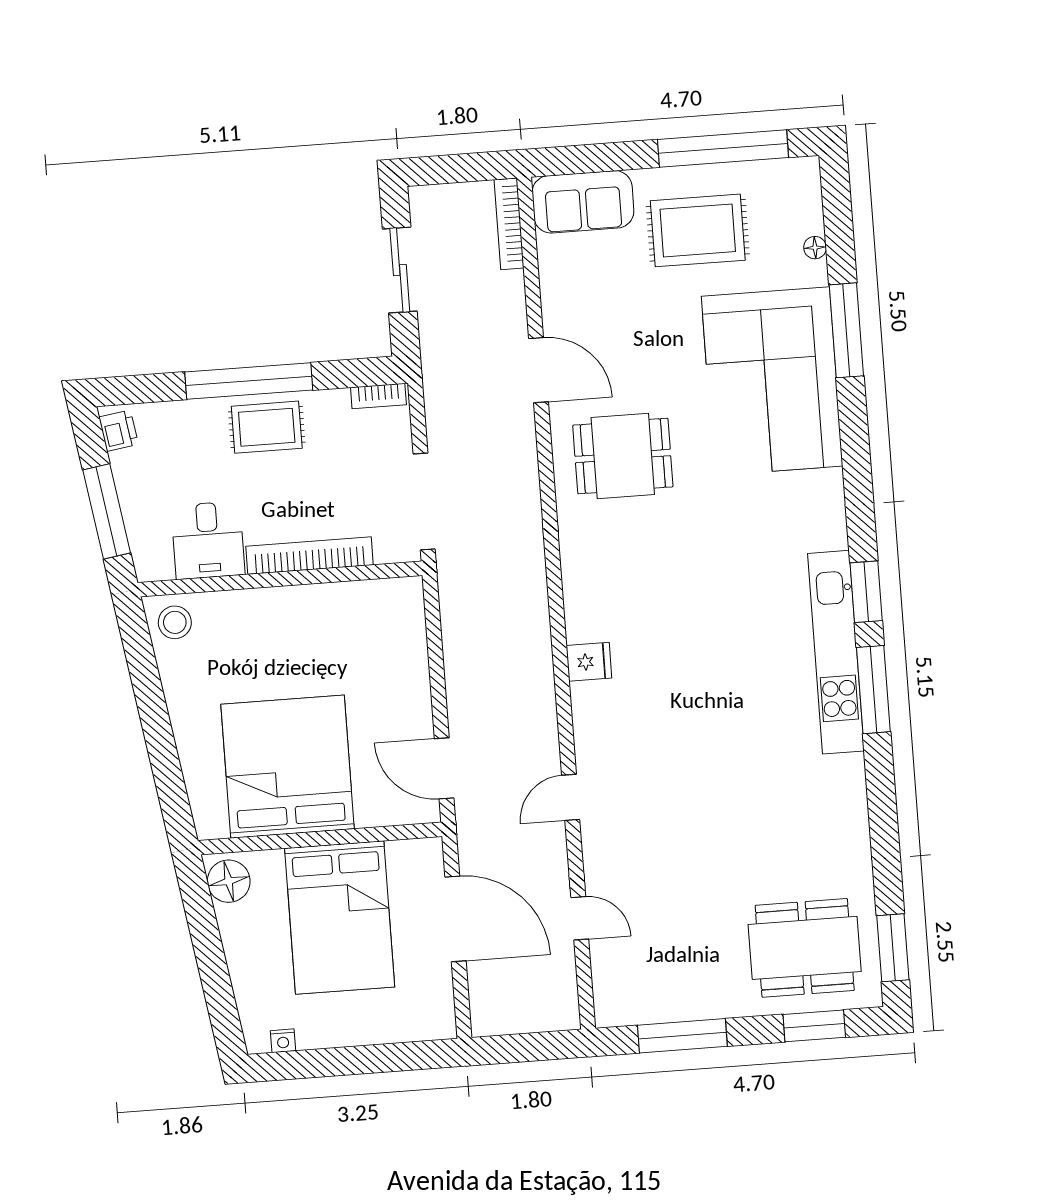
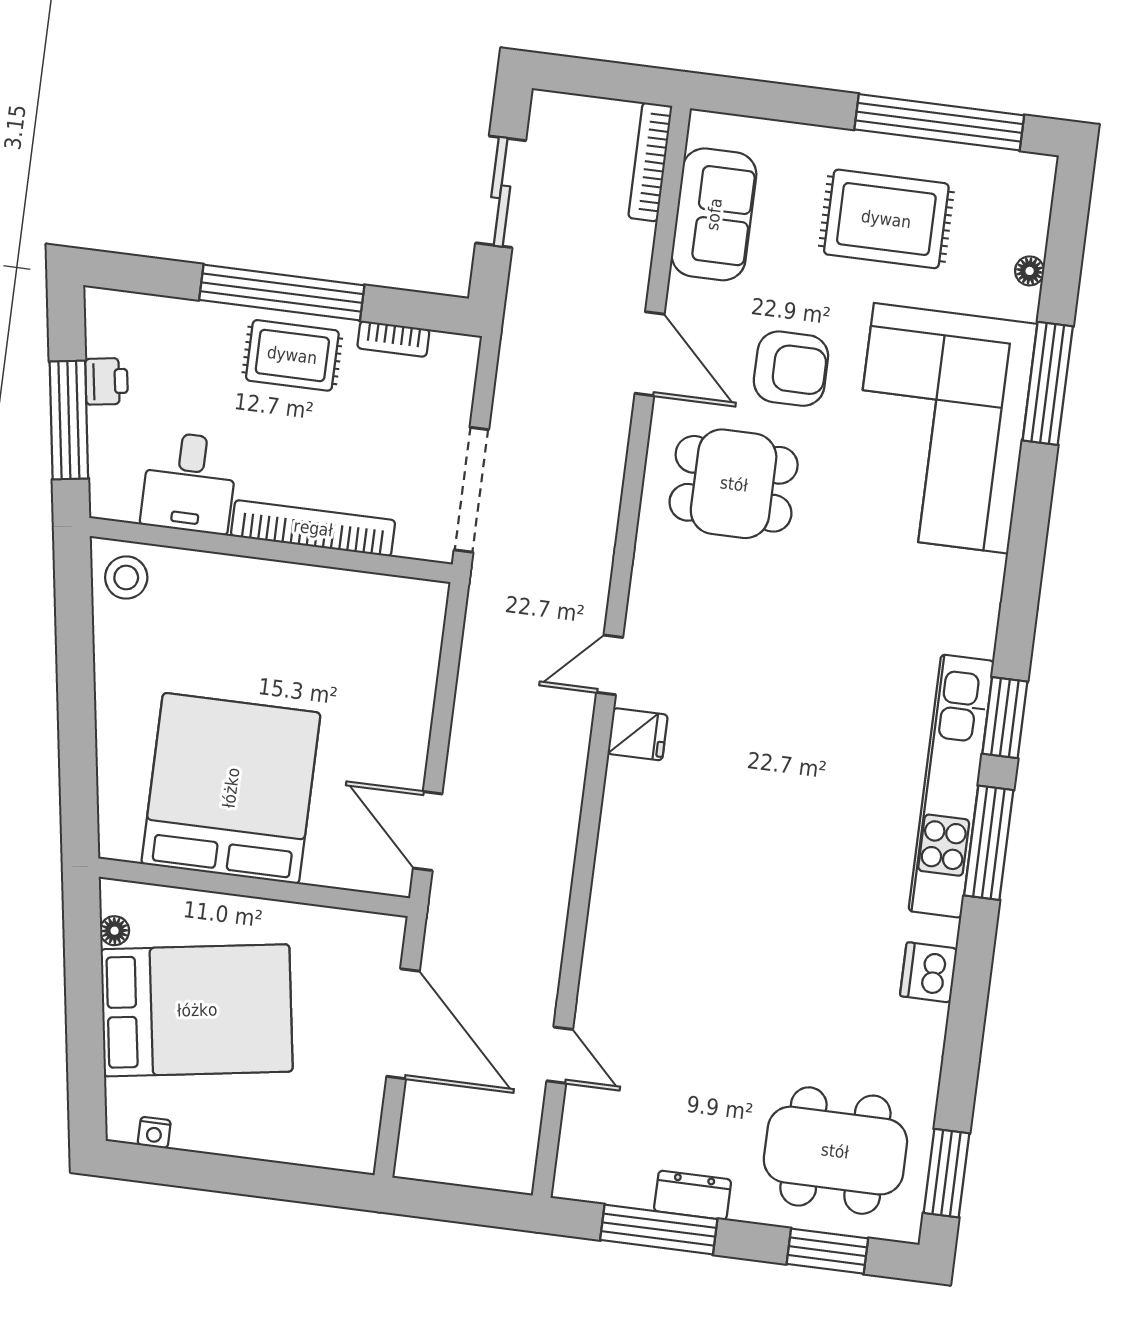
sofa: (583, 202) -> (714, 214), moved, turned -90
armchair: (649, 359) -> (791, 369), added
bookcase: (378, 396) -> (393, 339), moved
printer: (119, 431) -> (106, 381), moved
door: (571, 797) -> (610, 665), moved
dishwasher: (848, 798) -> (929, 972), added
floor lamp: (229, 881) -> (115, 931), width x0.53, depth x0.53
bed: (340, 918) -> (197, 1010), moved, turned -99
dresser: (703, 1004) -> (693, 1195), added

